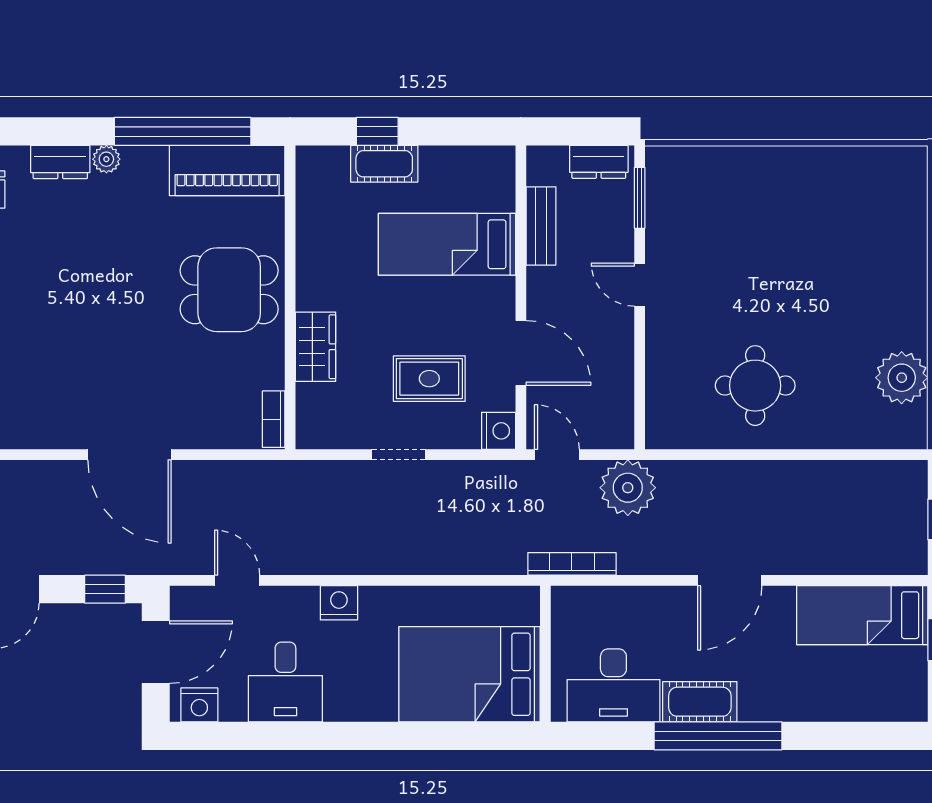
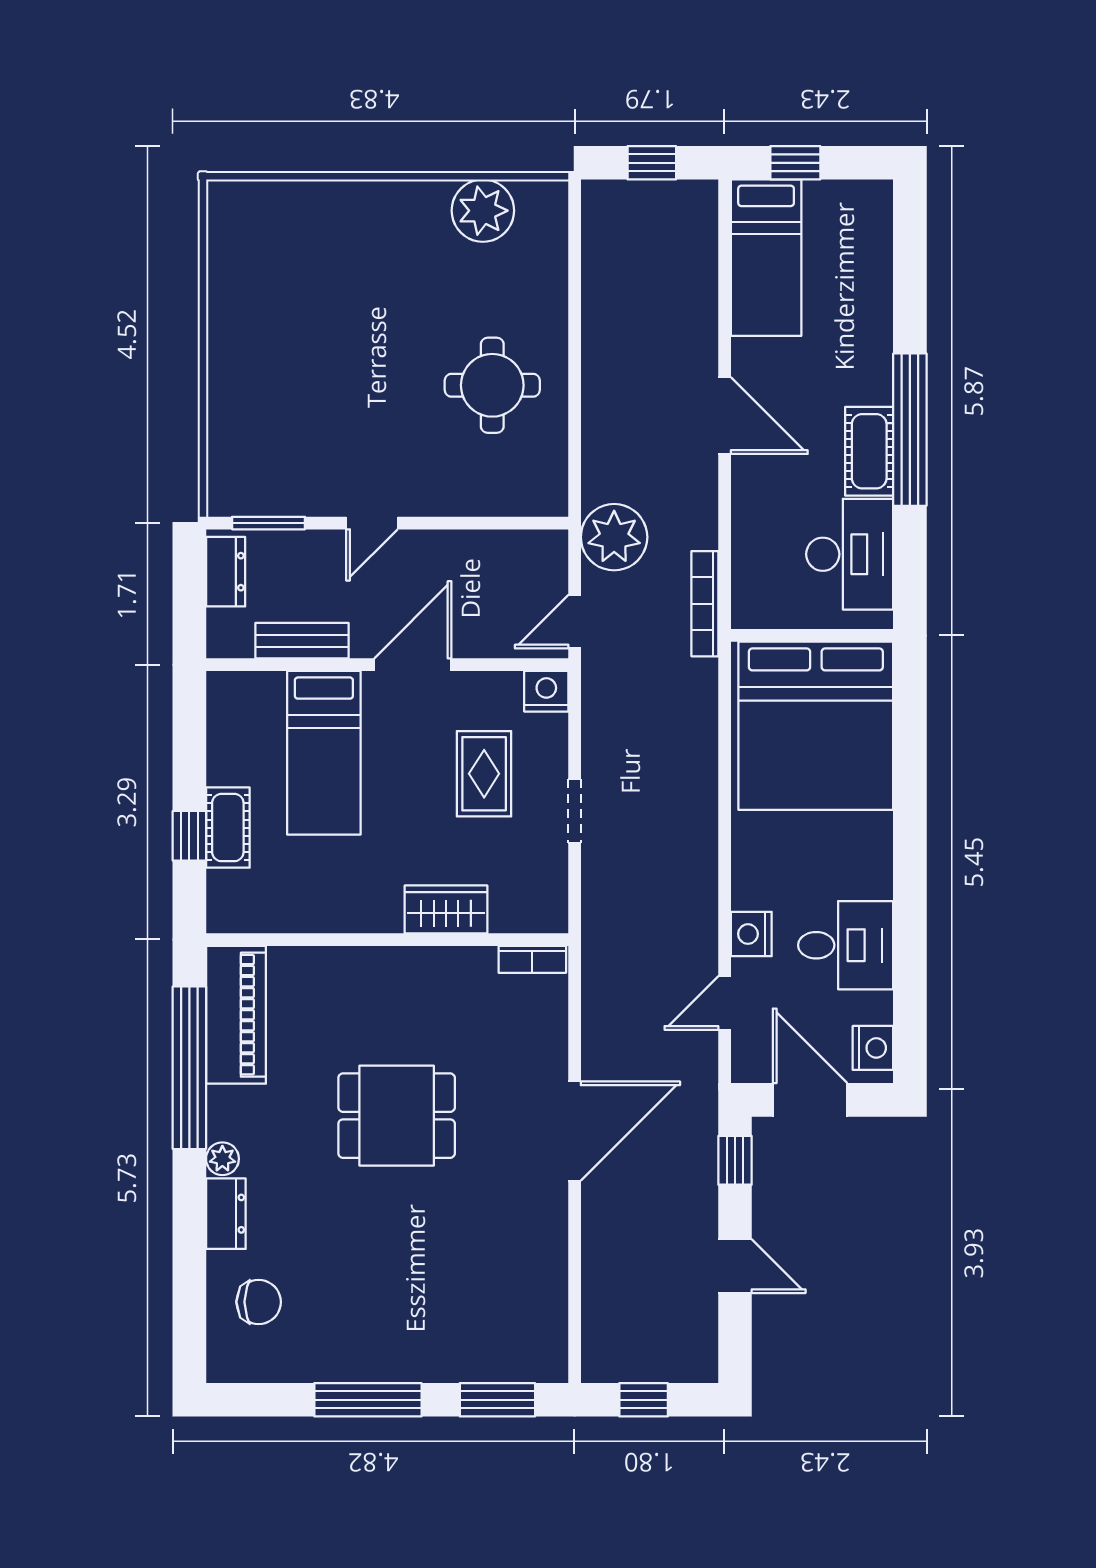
dining table: (229, 290) -> (397, 1116), moved, turned 90
door: (521, 353) -> (413, 665), moved
nightstand: (339, 603) -> (751, 934), moved
bed: (469, 674) -> (816, 726), width x1.36

